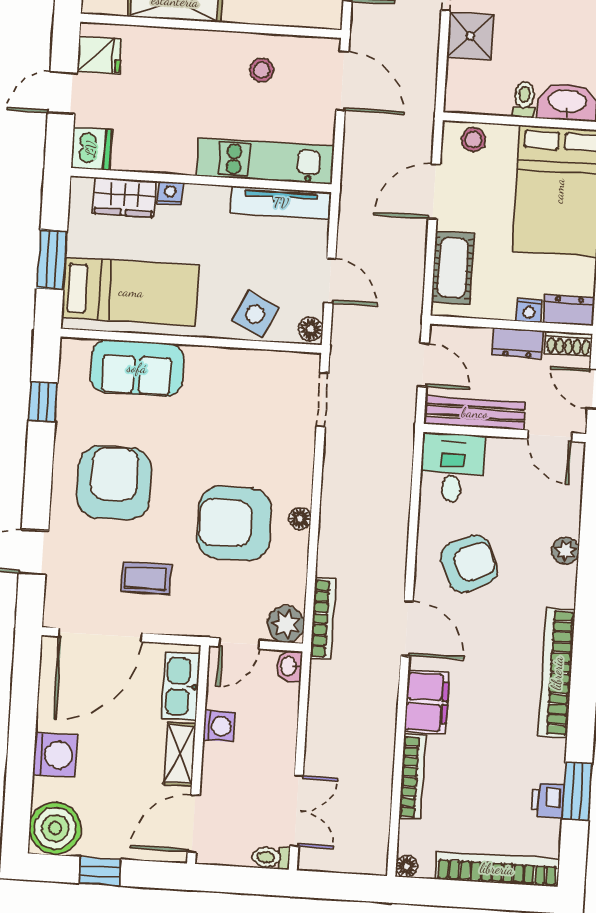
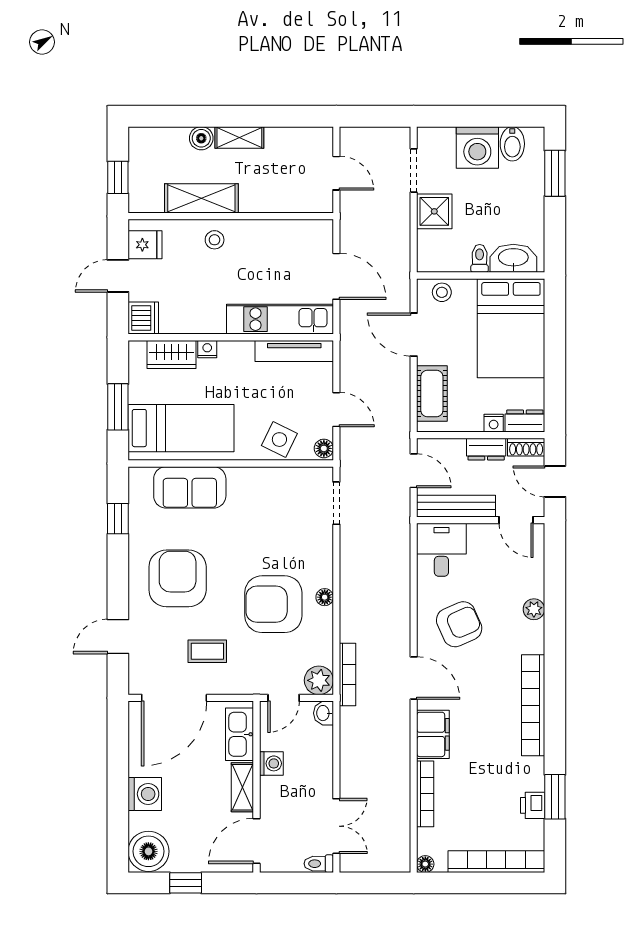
stool: (262, 70) -> (215, 240), moved
door: (342, 81) -> (336, 276), moved
door: (434, 191) -> (414, 335), hinge flipped

